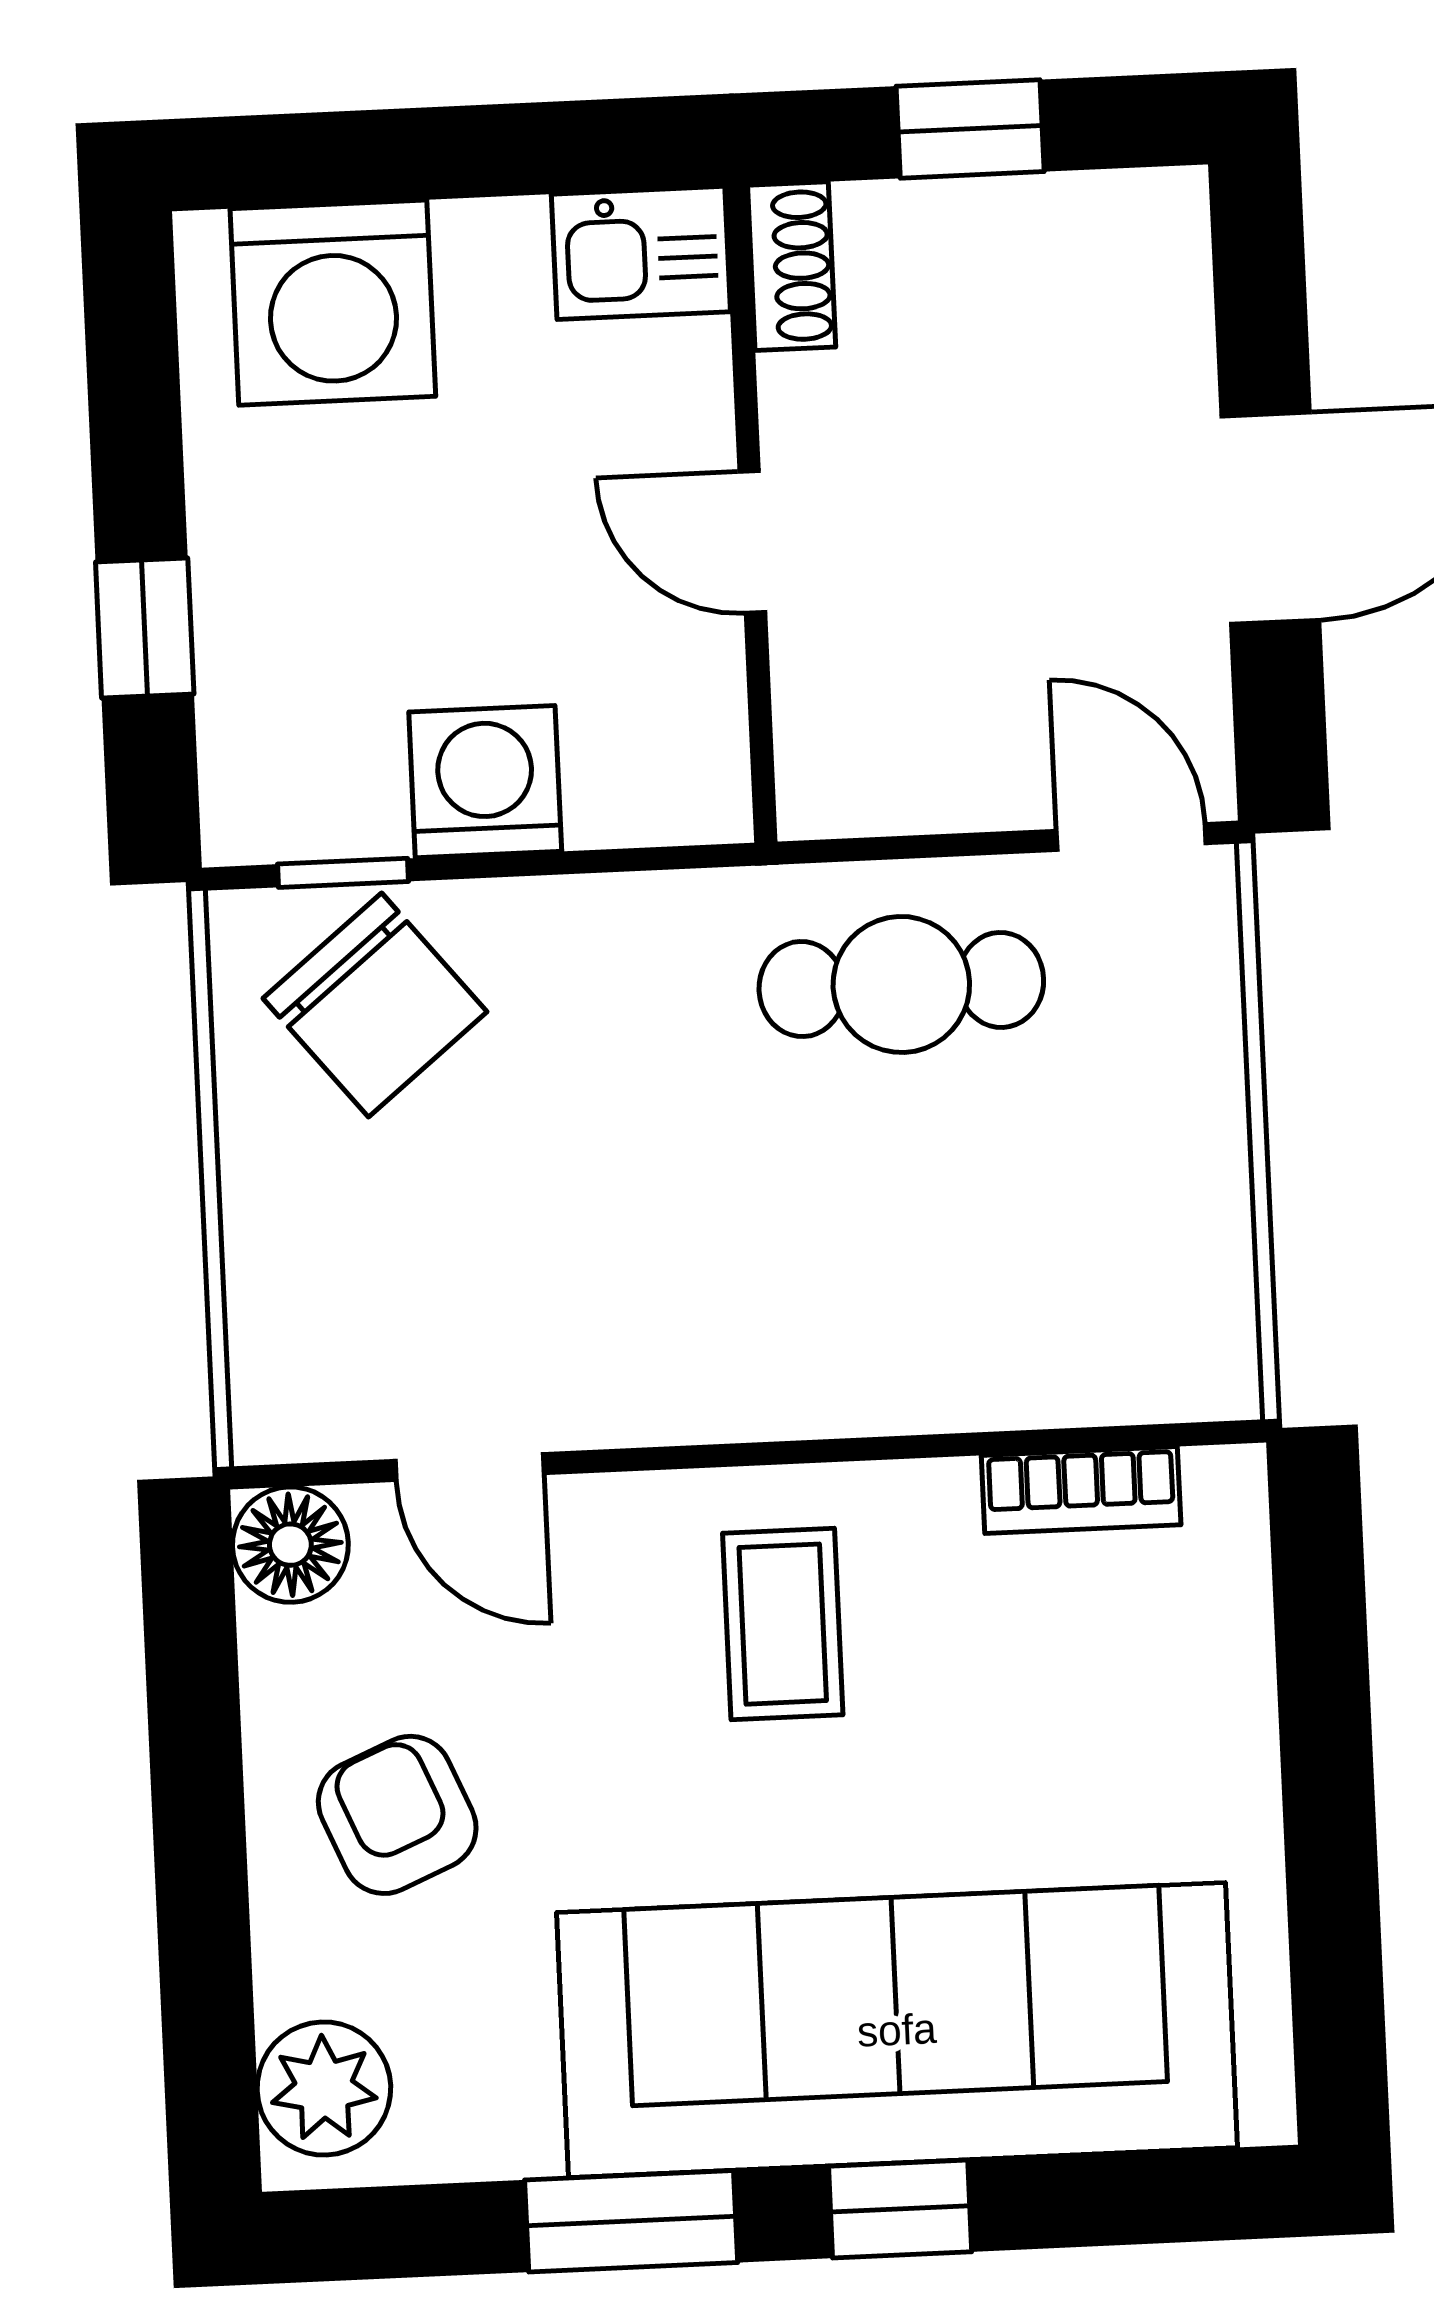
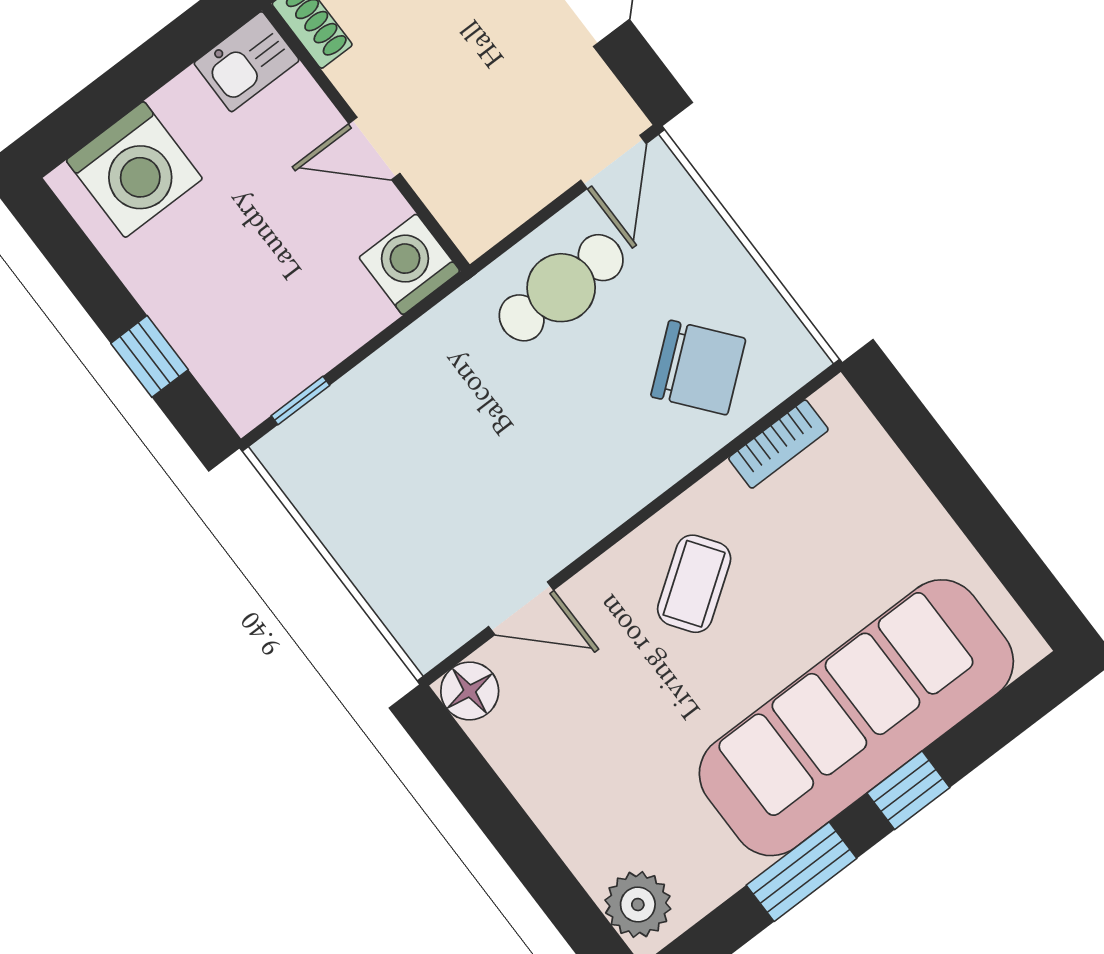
washing machine: (485, 782) -> (409, 264), moved
door: (1131, 837) -> (614, 162), swing flipped
chair: (375, 1005) -> (698, 368), moved
coffee table: (783, 1624) -> (694, 584), turned 55
armchair: (397, 1815) -> (590, 772), removed

